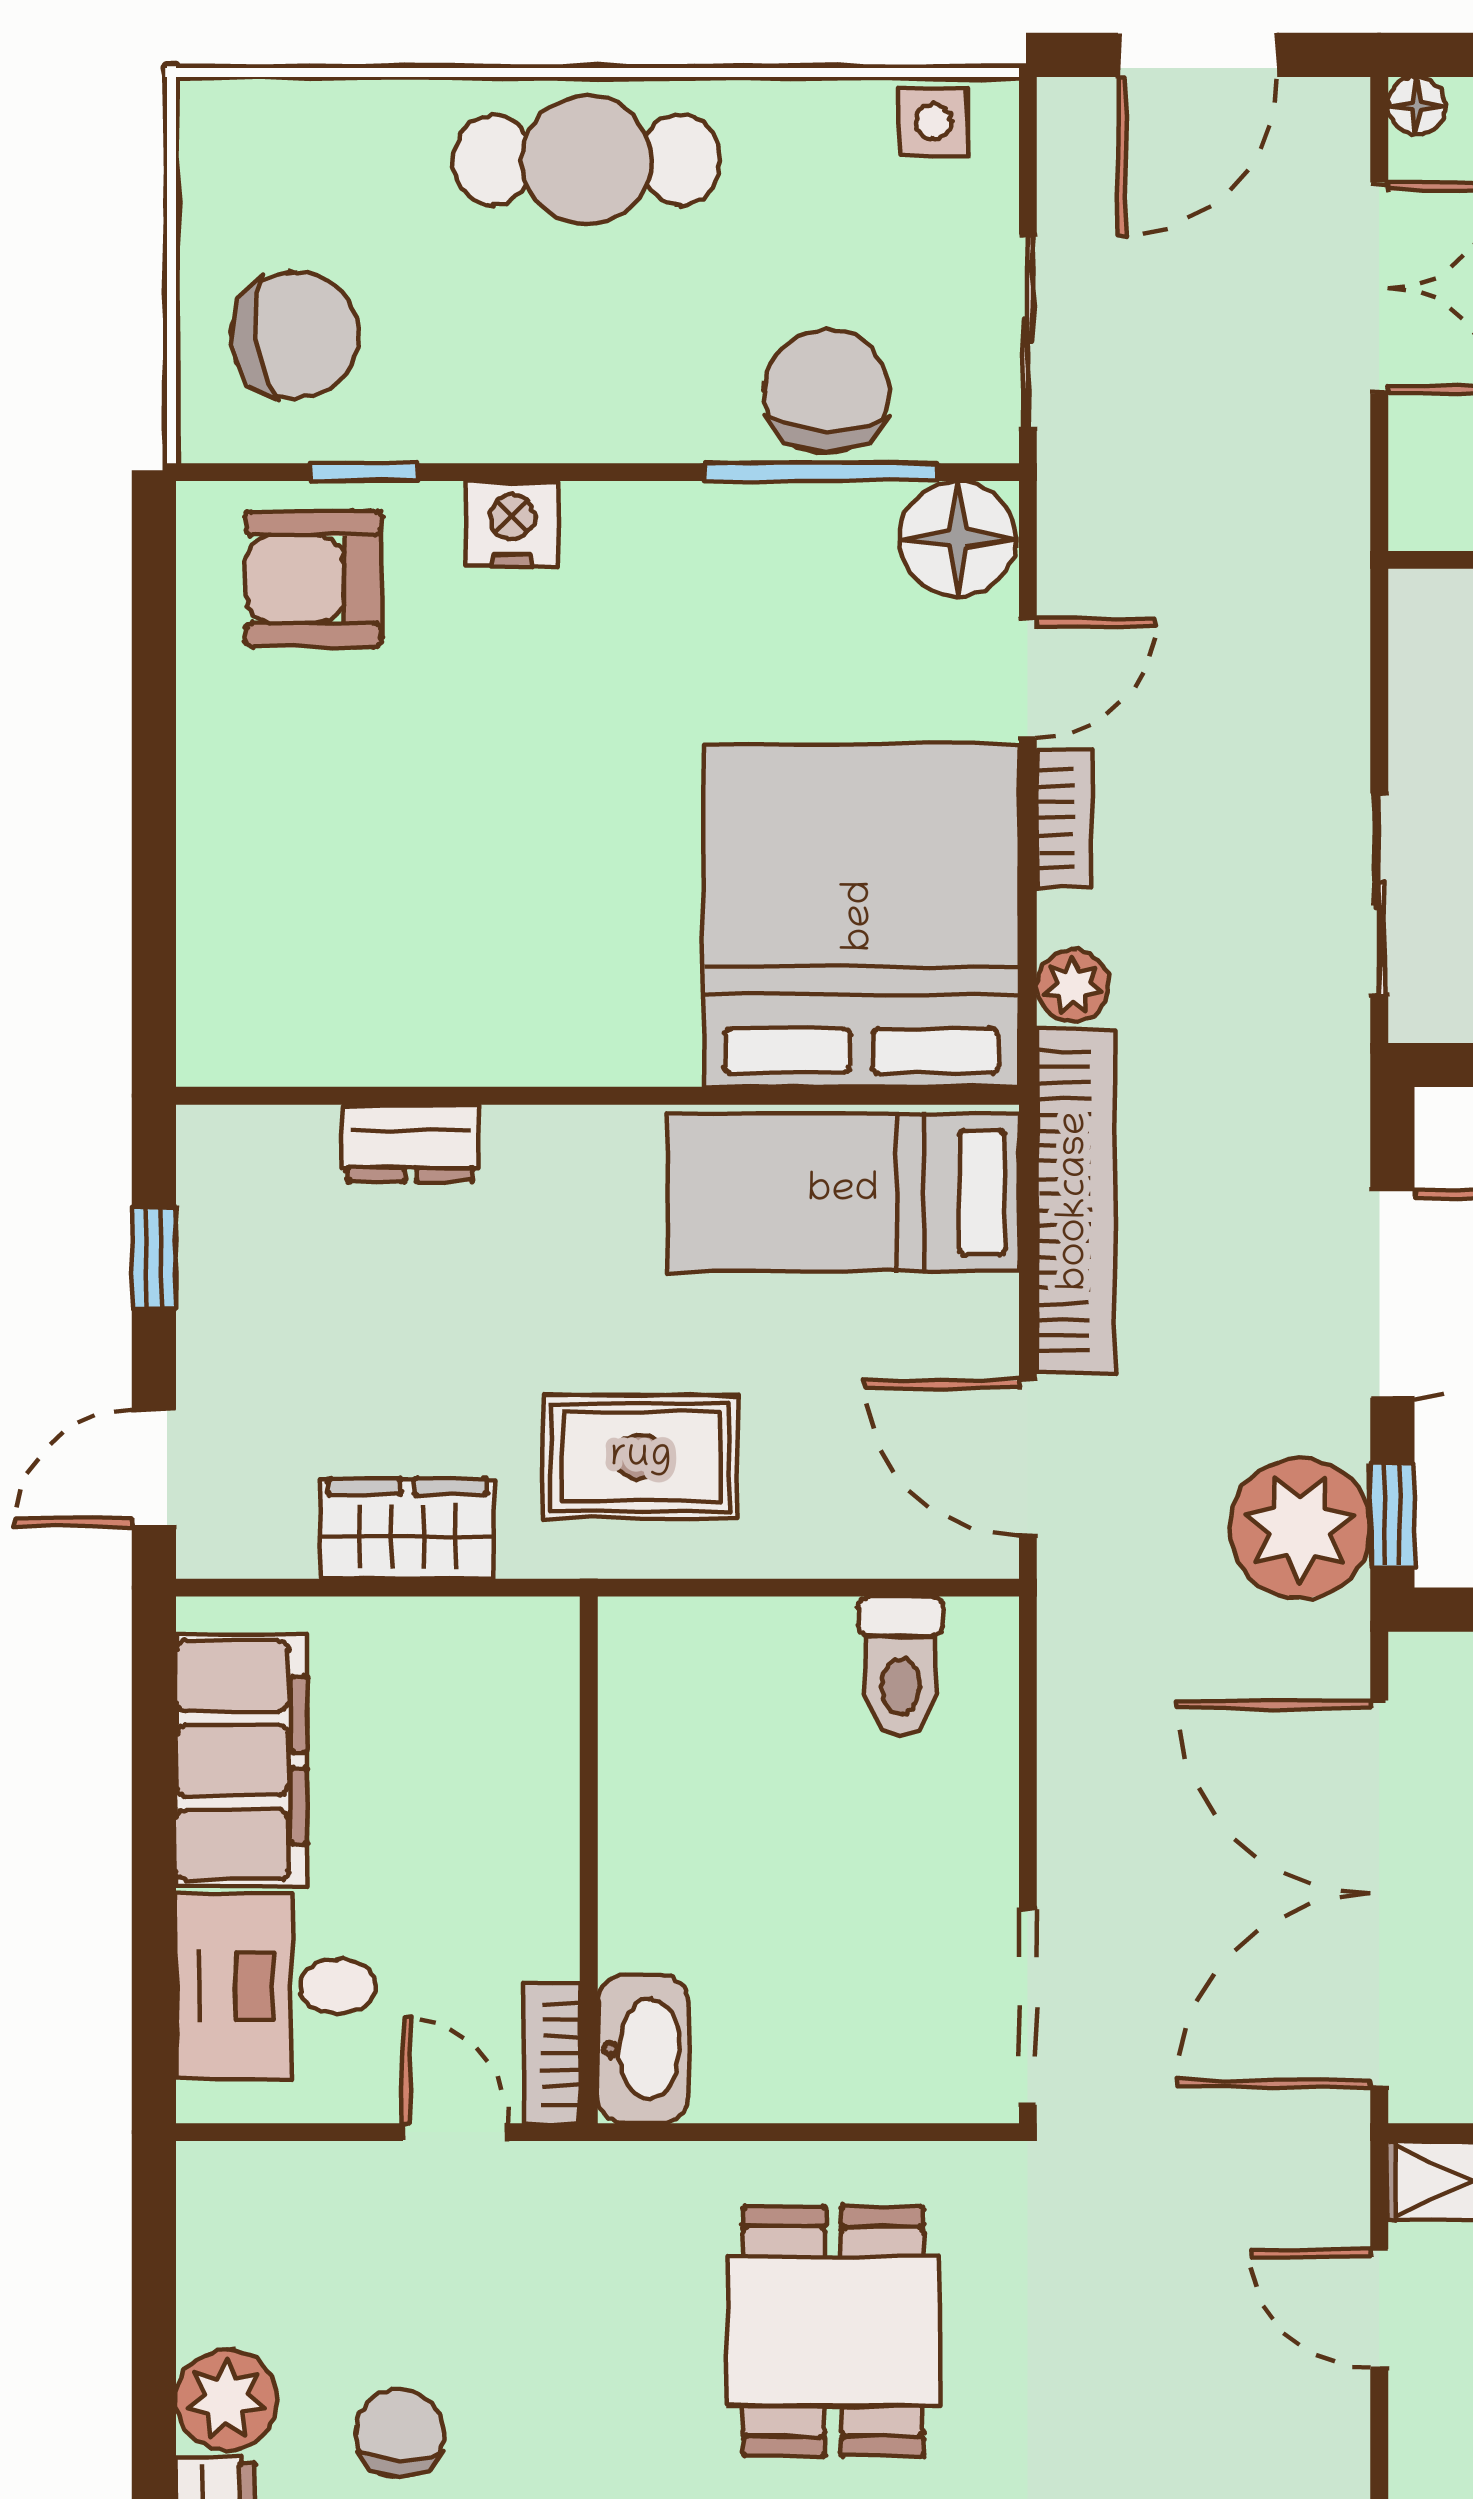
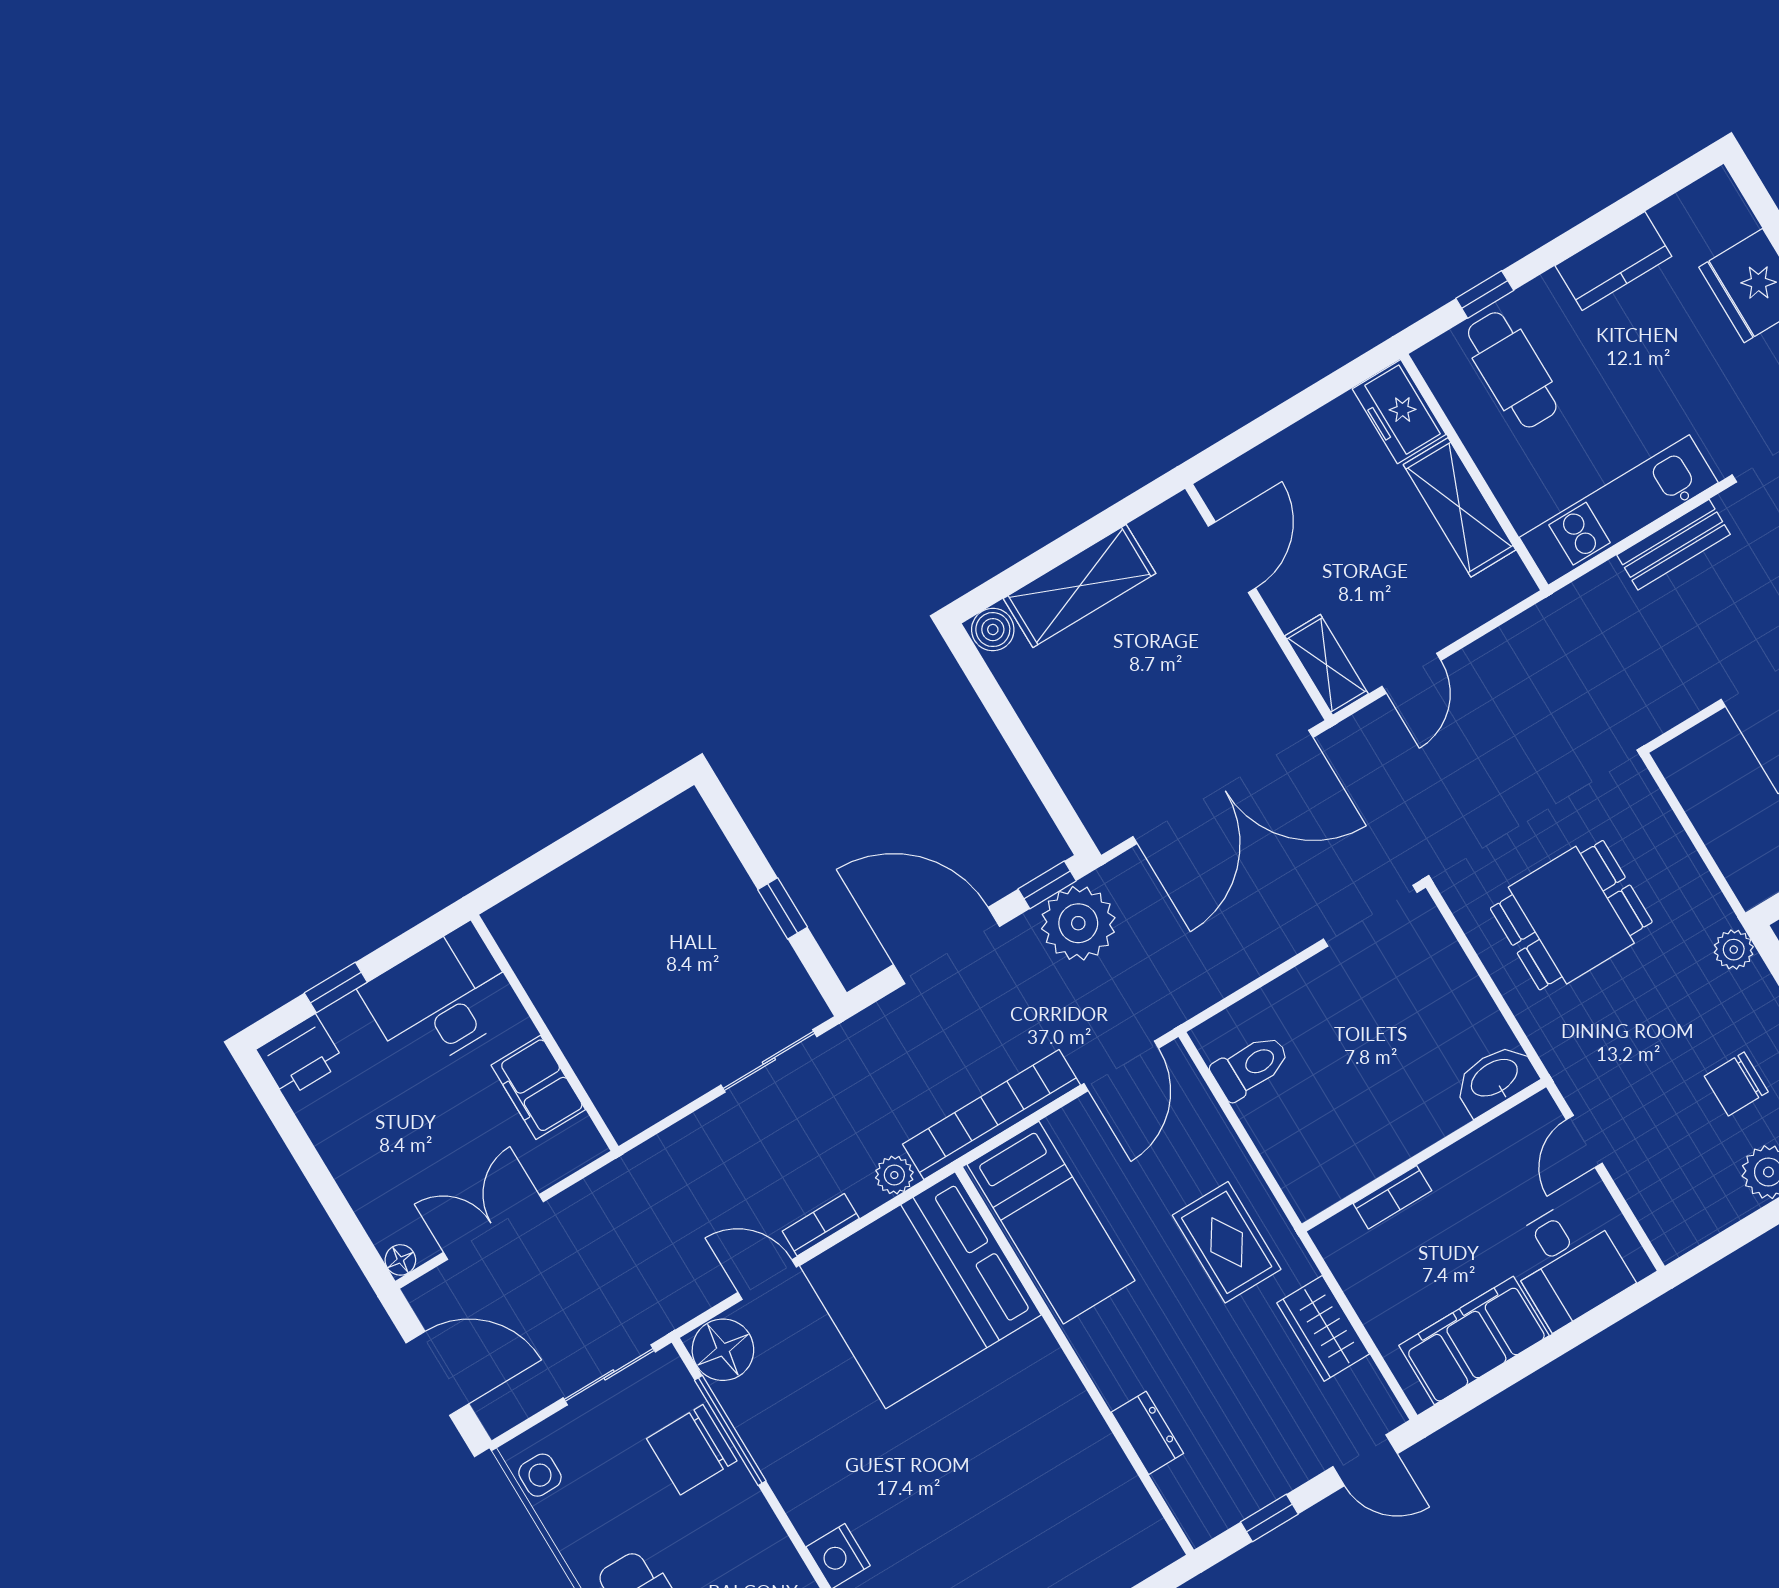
bookcase: (552, 2053) -> (1392, 1197), moved

